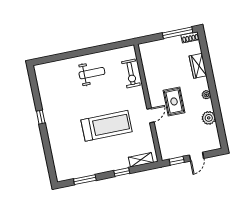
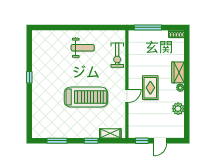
window: (178, 33) -> (148, 27), moved
wardrobe: (198, 66) -> (178, 72), moved

